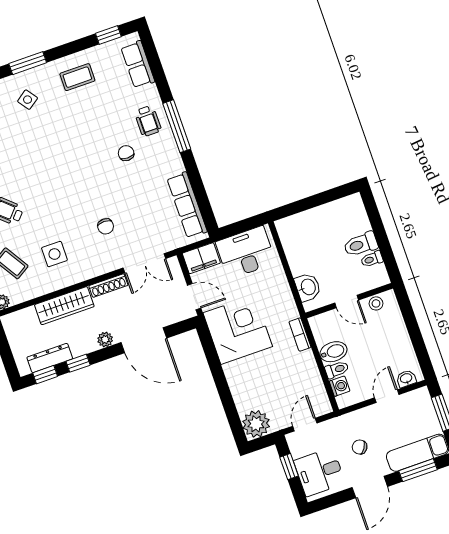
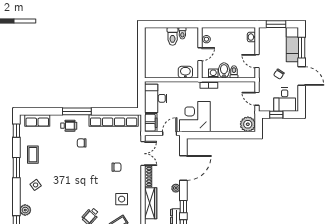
window: (28, 63) -> (16, 168), moved
row of seats: (187, 205) -> (114, 120), width x1.36
washing machine: (340, 386) -> (213, 73), moved
door: (387, 396) -> (257, 61), moved

